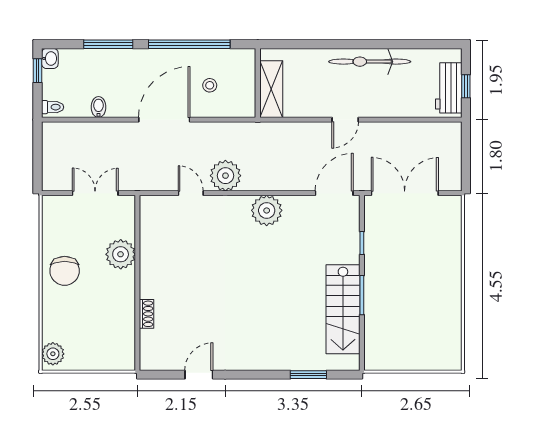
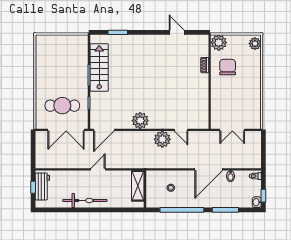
door: (164, 120) -> (209, 169), moved
cafe table: (412, 238) -> (62, 106), added
plant: (121, 254) -> (219, 43), moved
chair: (65, 271) -> (228, 67), moved
door: (199, 375) -> (177, 32), swing flipped

